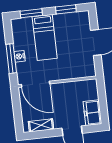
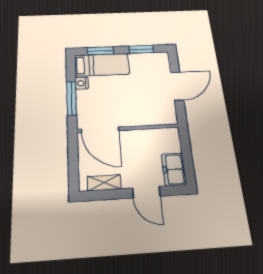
bed: (45, 38) -> (102, 65), moved, turned -90
nightstand: (20, 56) -> (82, 83), moved

